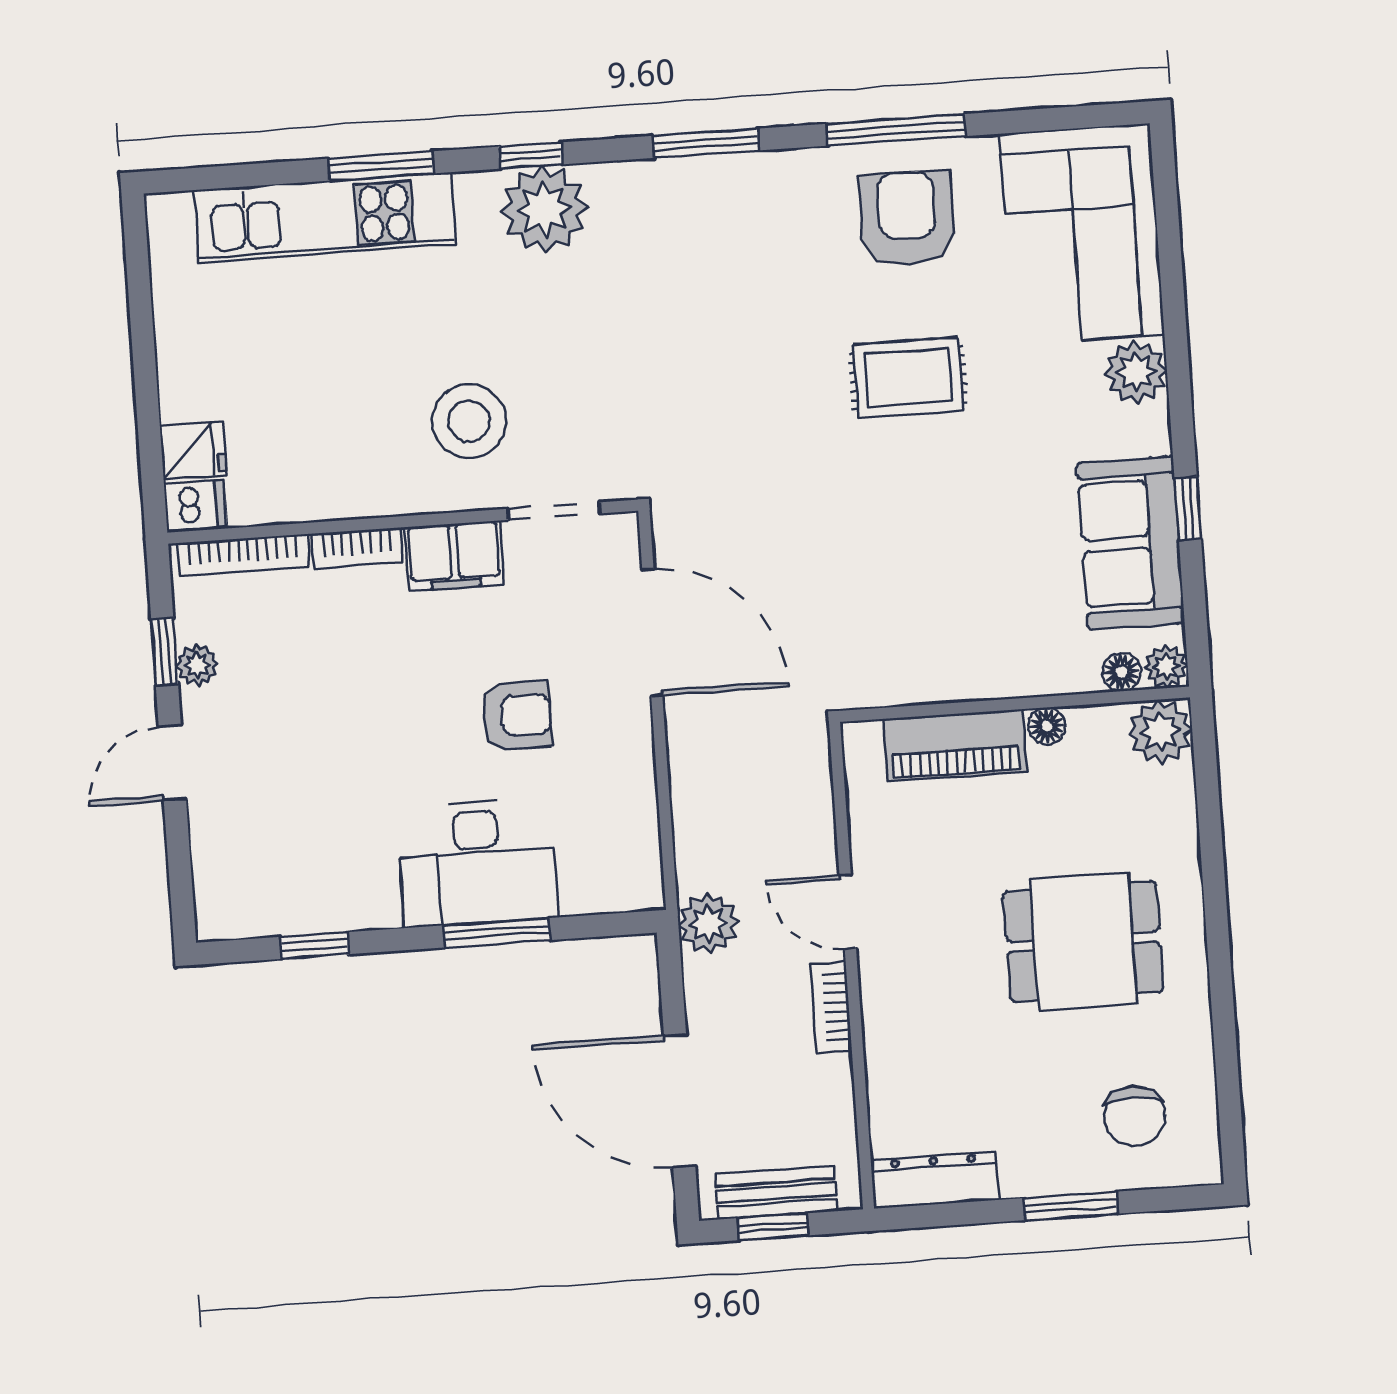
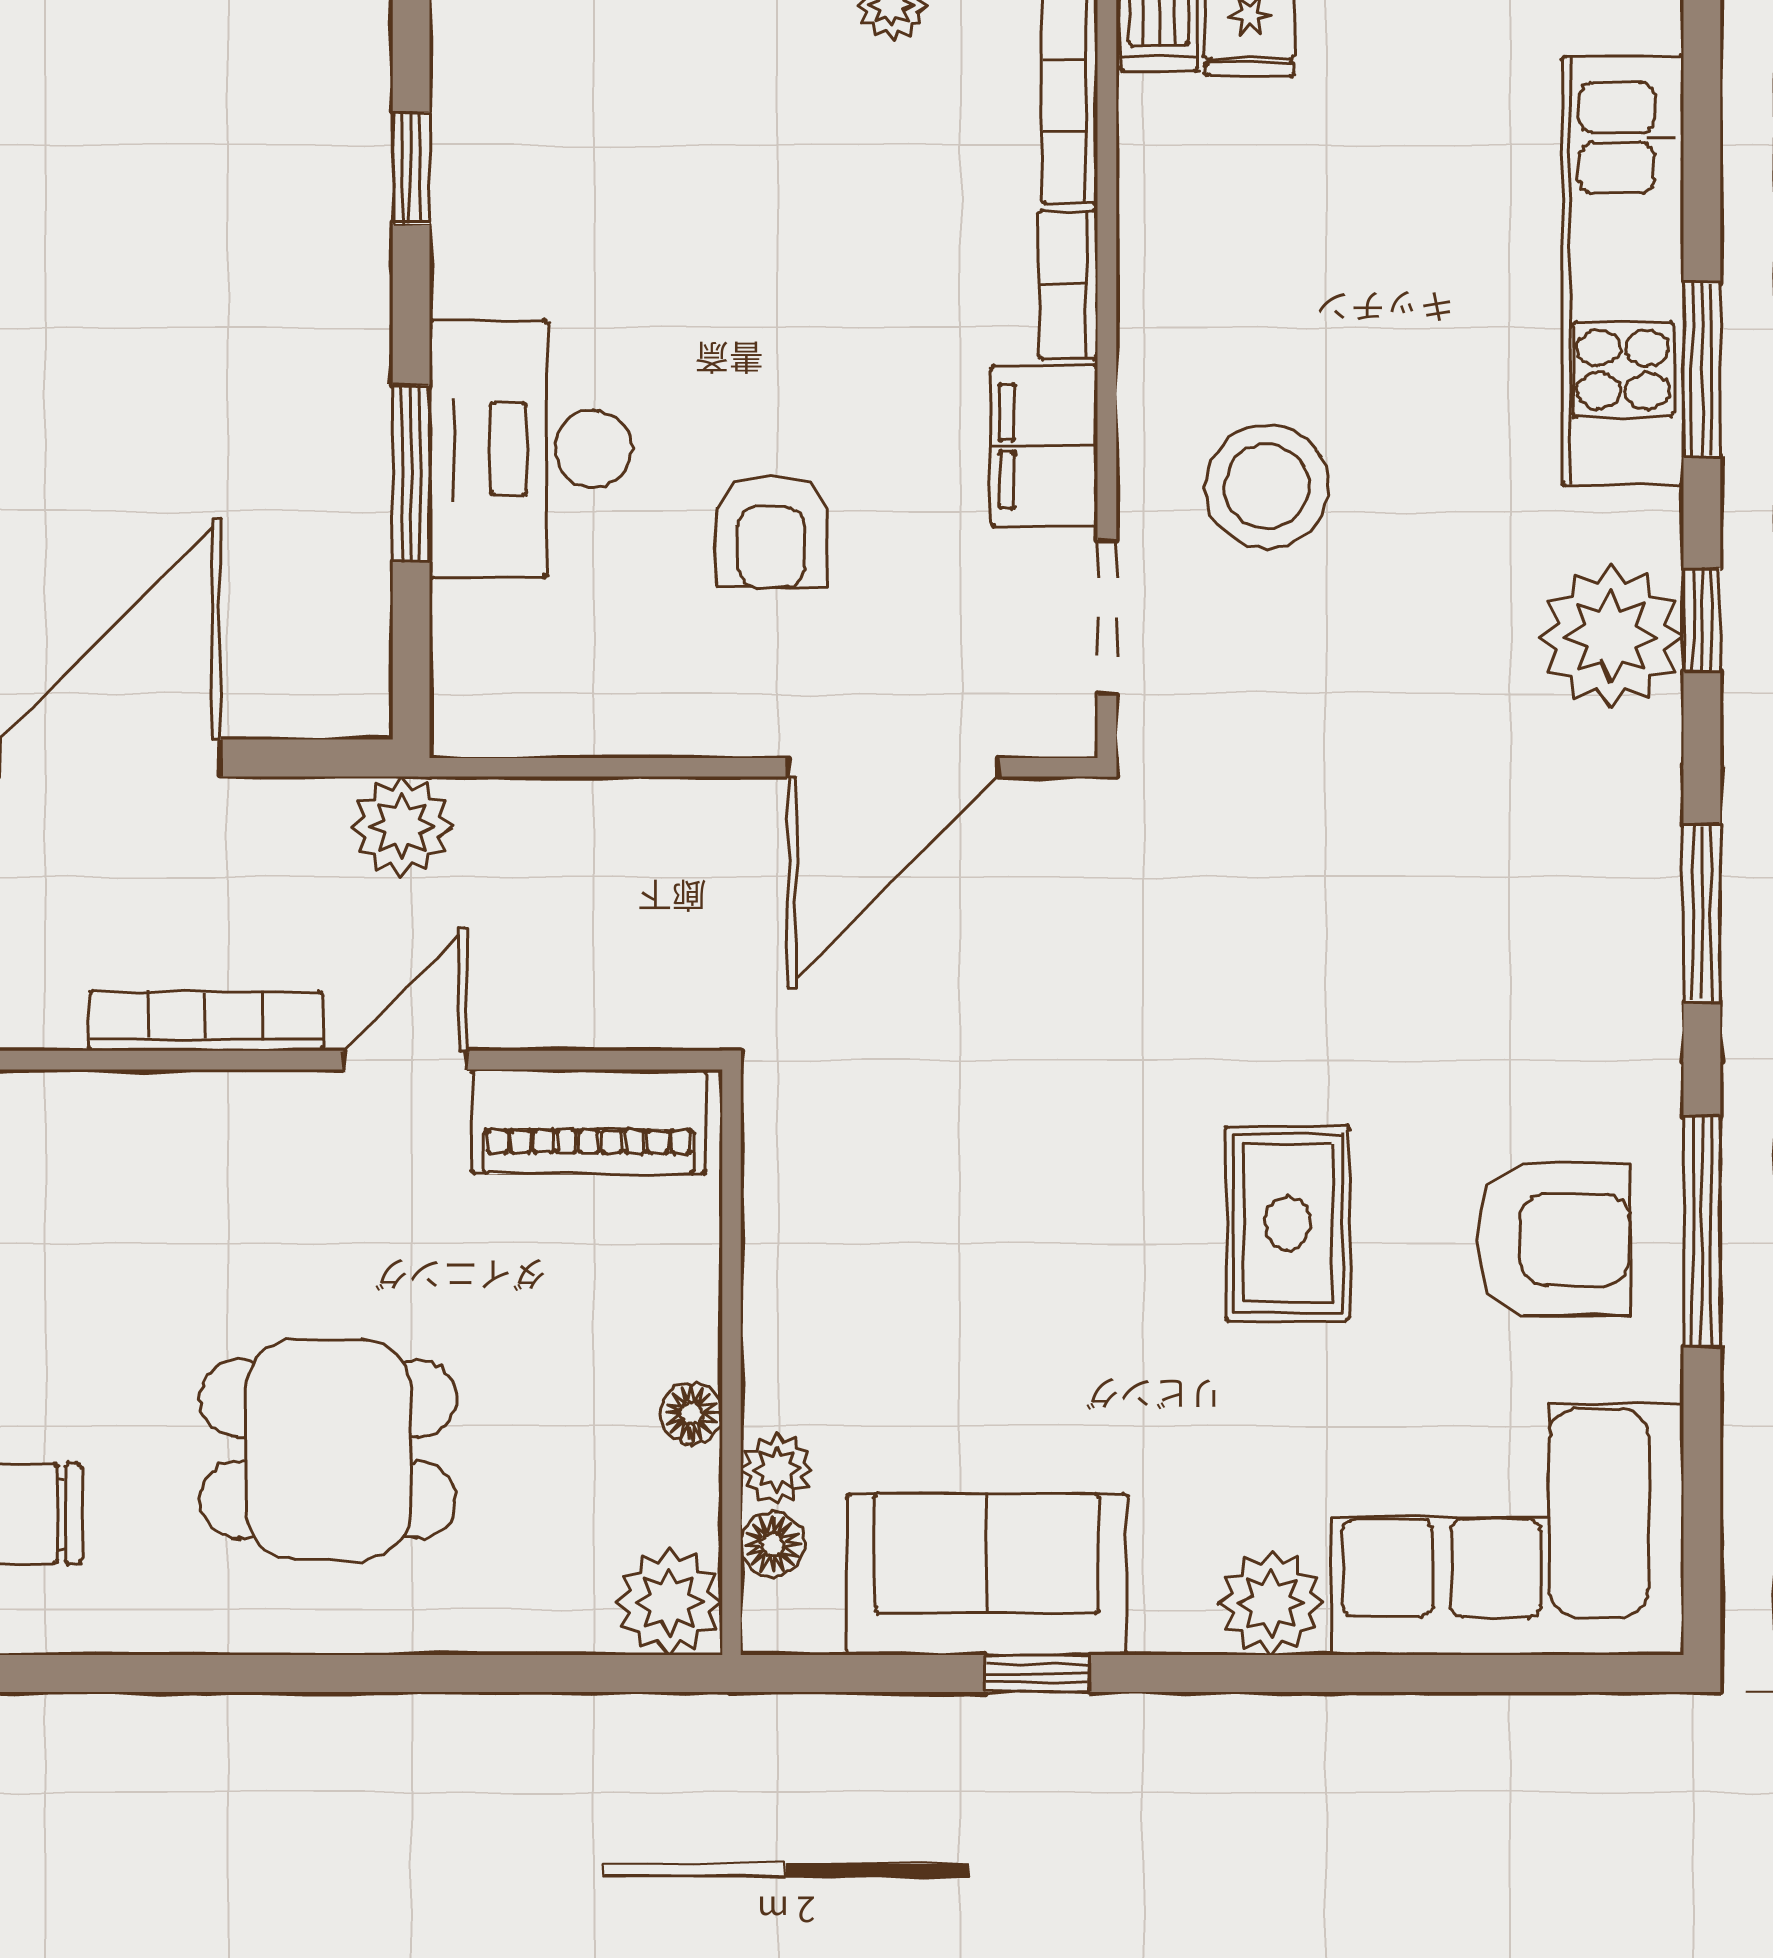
plant: (1166, 667) -> (777, 1469), moved
piano: (955, 745) -> (589, 1122), moved, turned -90
dining table: (1083, 942) -> (328, 1449), turned 90
bookcase: (831, 1007) -> (206, 1021), width x1.56

